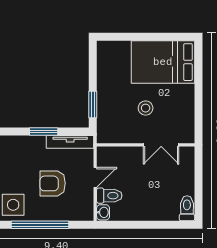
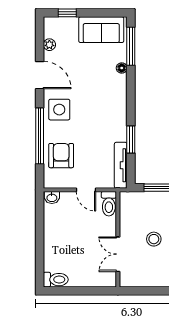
armchair: (53, 183) -> (61, 156), moved
toilet: (109, 196) -> (109, 204), moved

